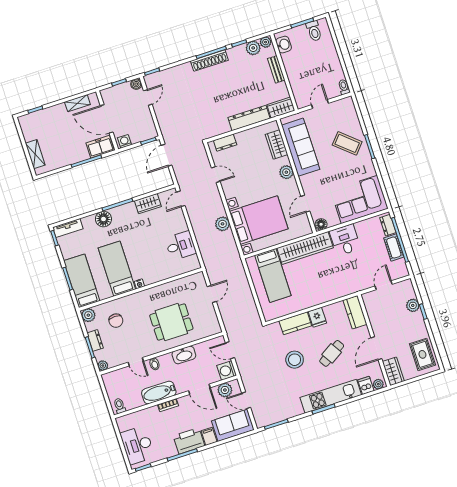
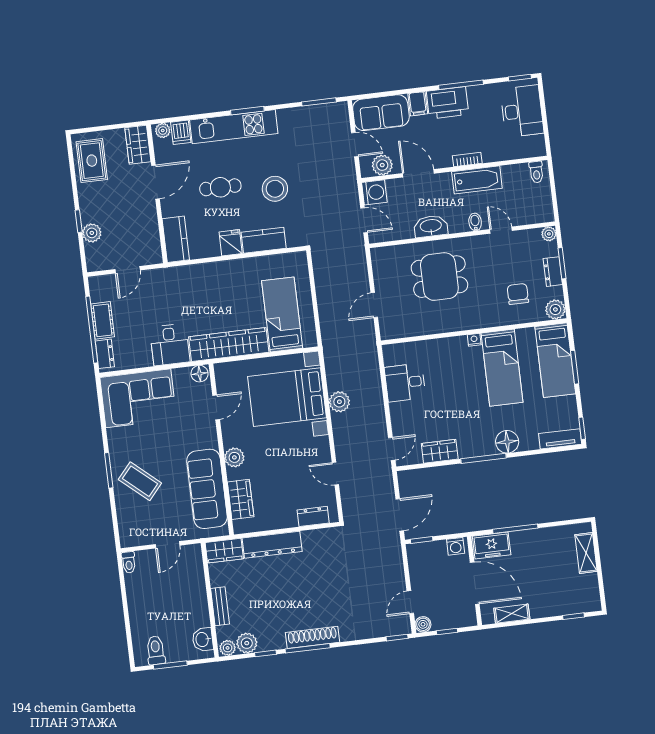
cafe table: (332, 353) -> (220, 187), turned 32

